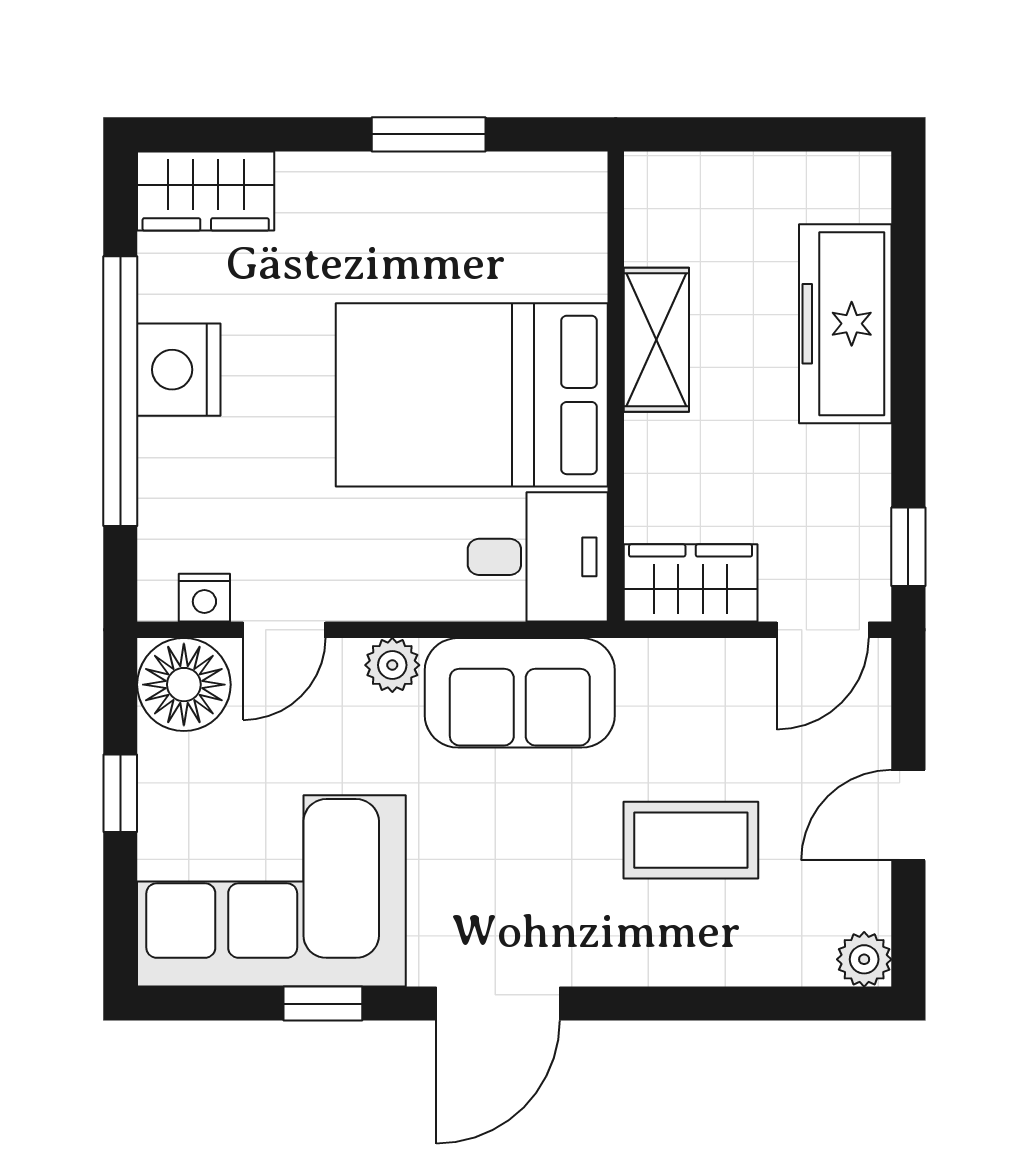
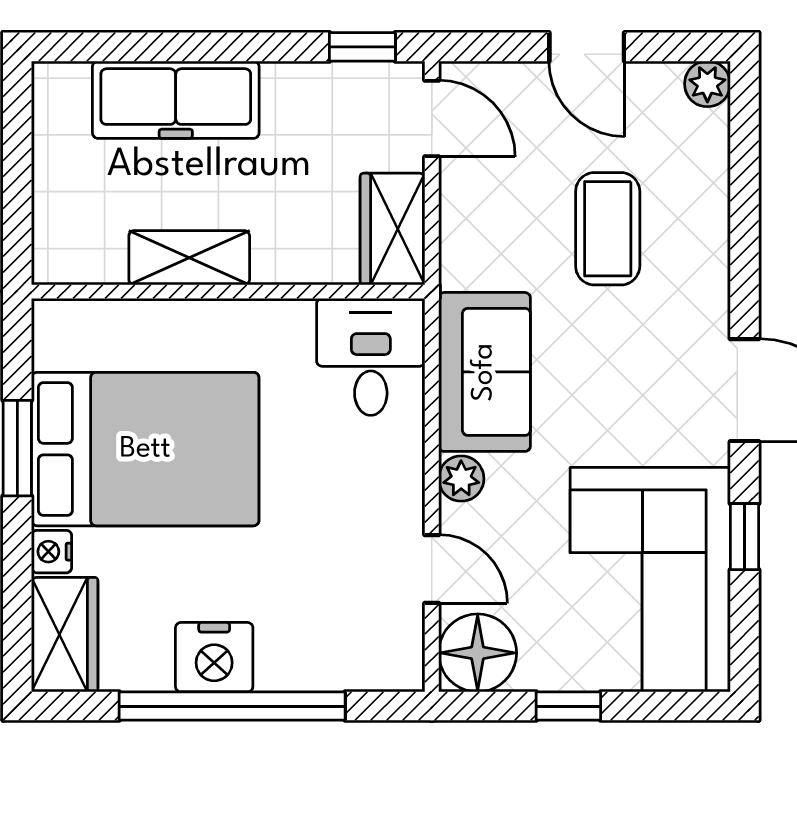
bed: (472, 395) -> (145, 449), moved, turned -90
nightstand: (204, 598) -> (52, 552), moved, turned 180

